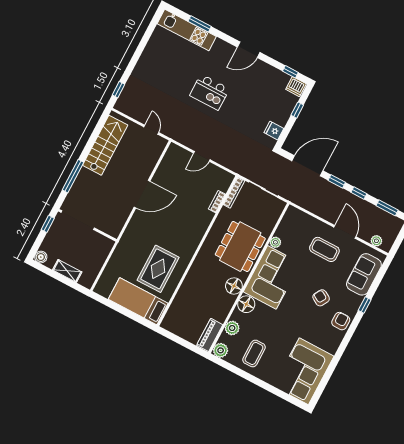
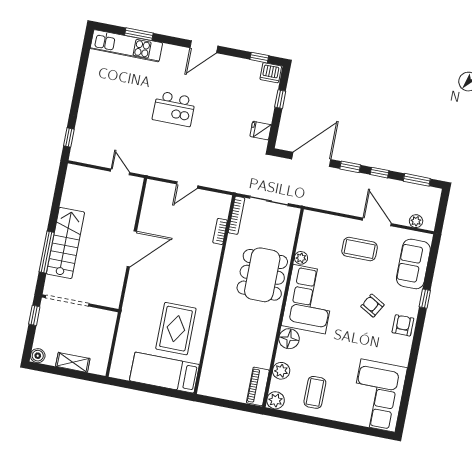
stairs: (105, 145) -> (65, 243), moved
floor lamp: (234, 286) -> (269, 322), removed

